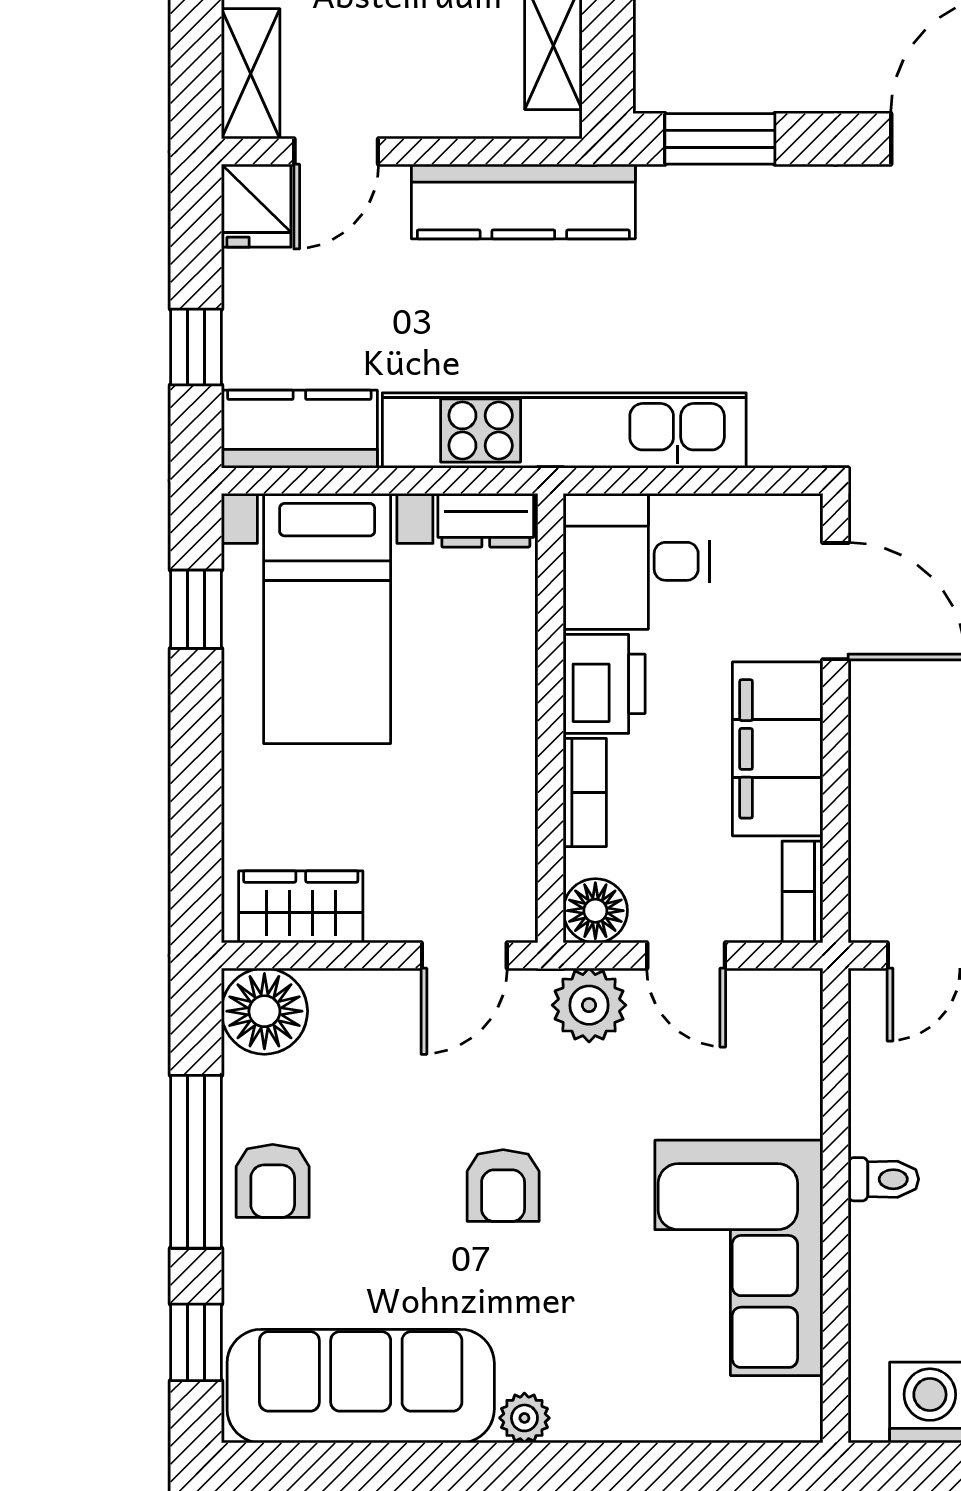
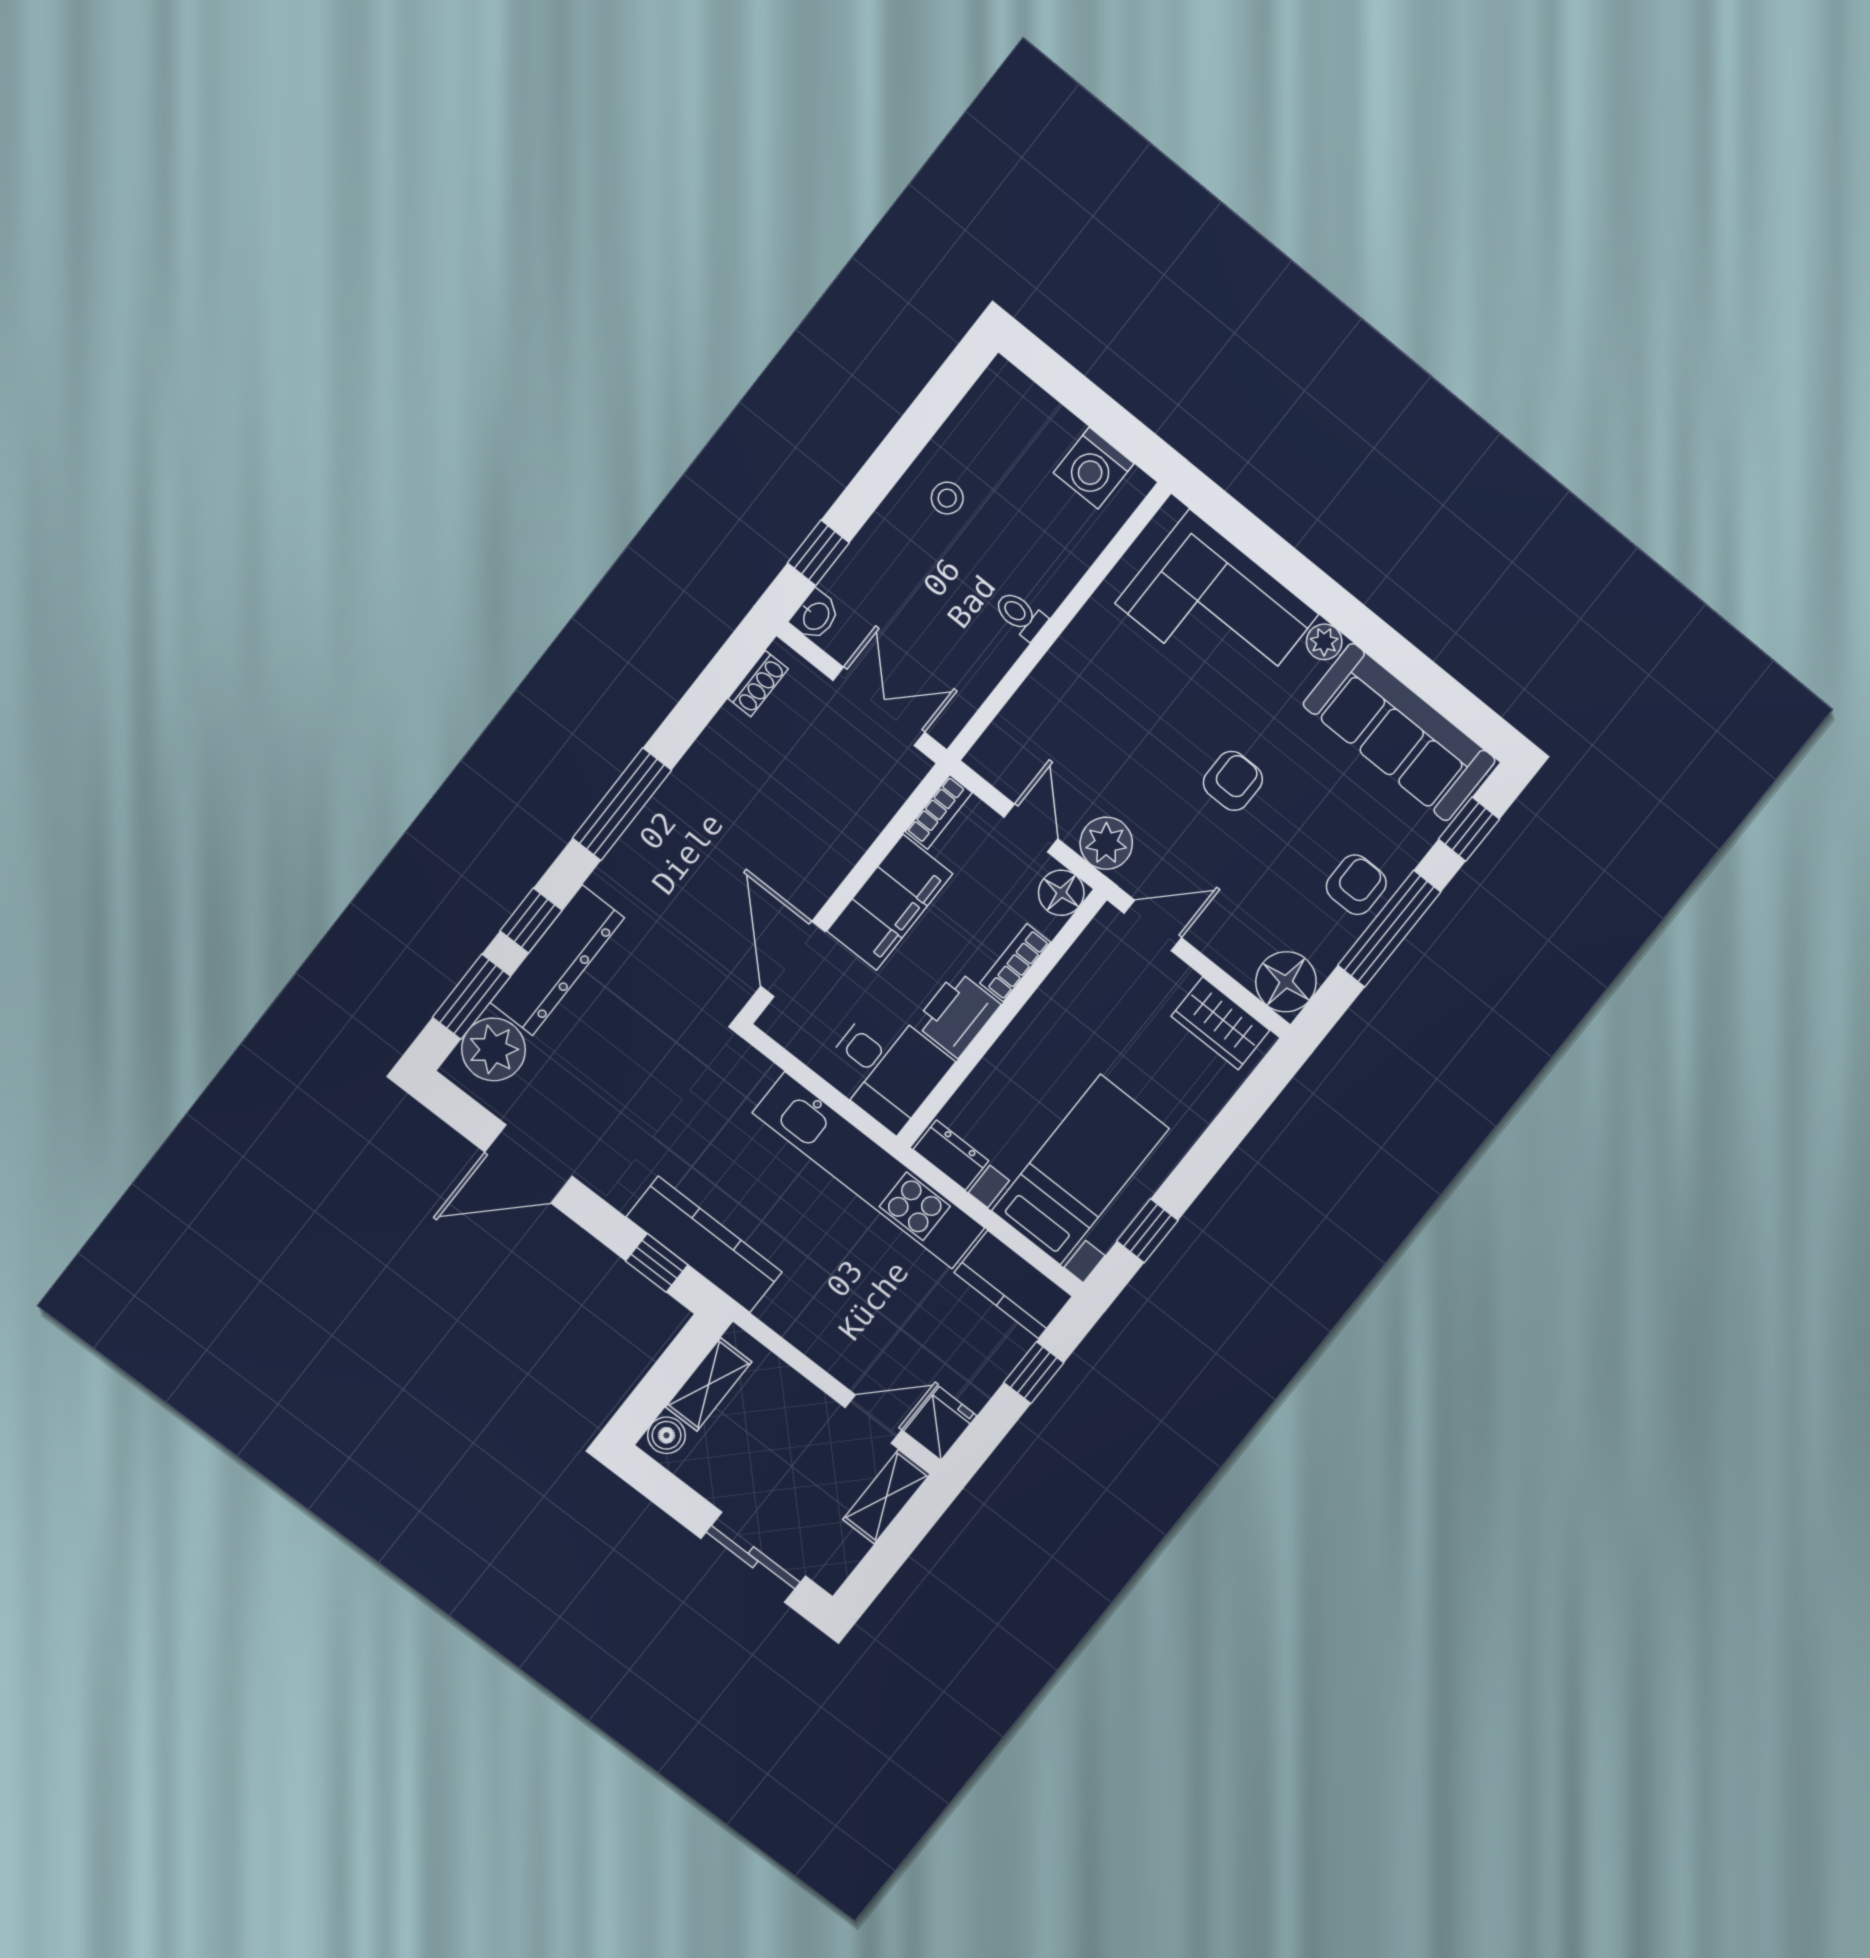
window: (720, 139) -> (657, 1263), width x0.67
kitchen counter: (523, 202) -> (704, 1245), moved
corner sofa: (739, 1258) -> (1217, 609), moved, turned 90

